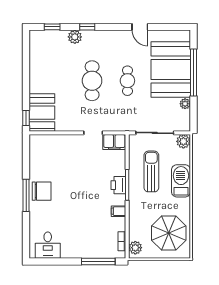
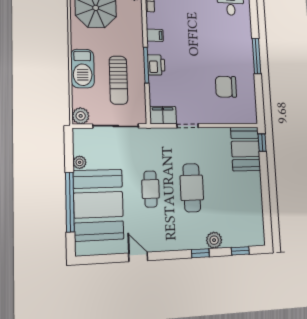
chair: (42, 191) -> (226, 87), moved

